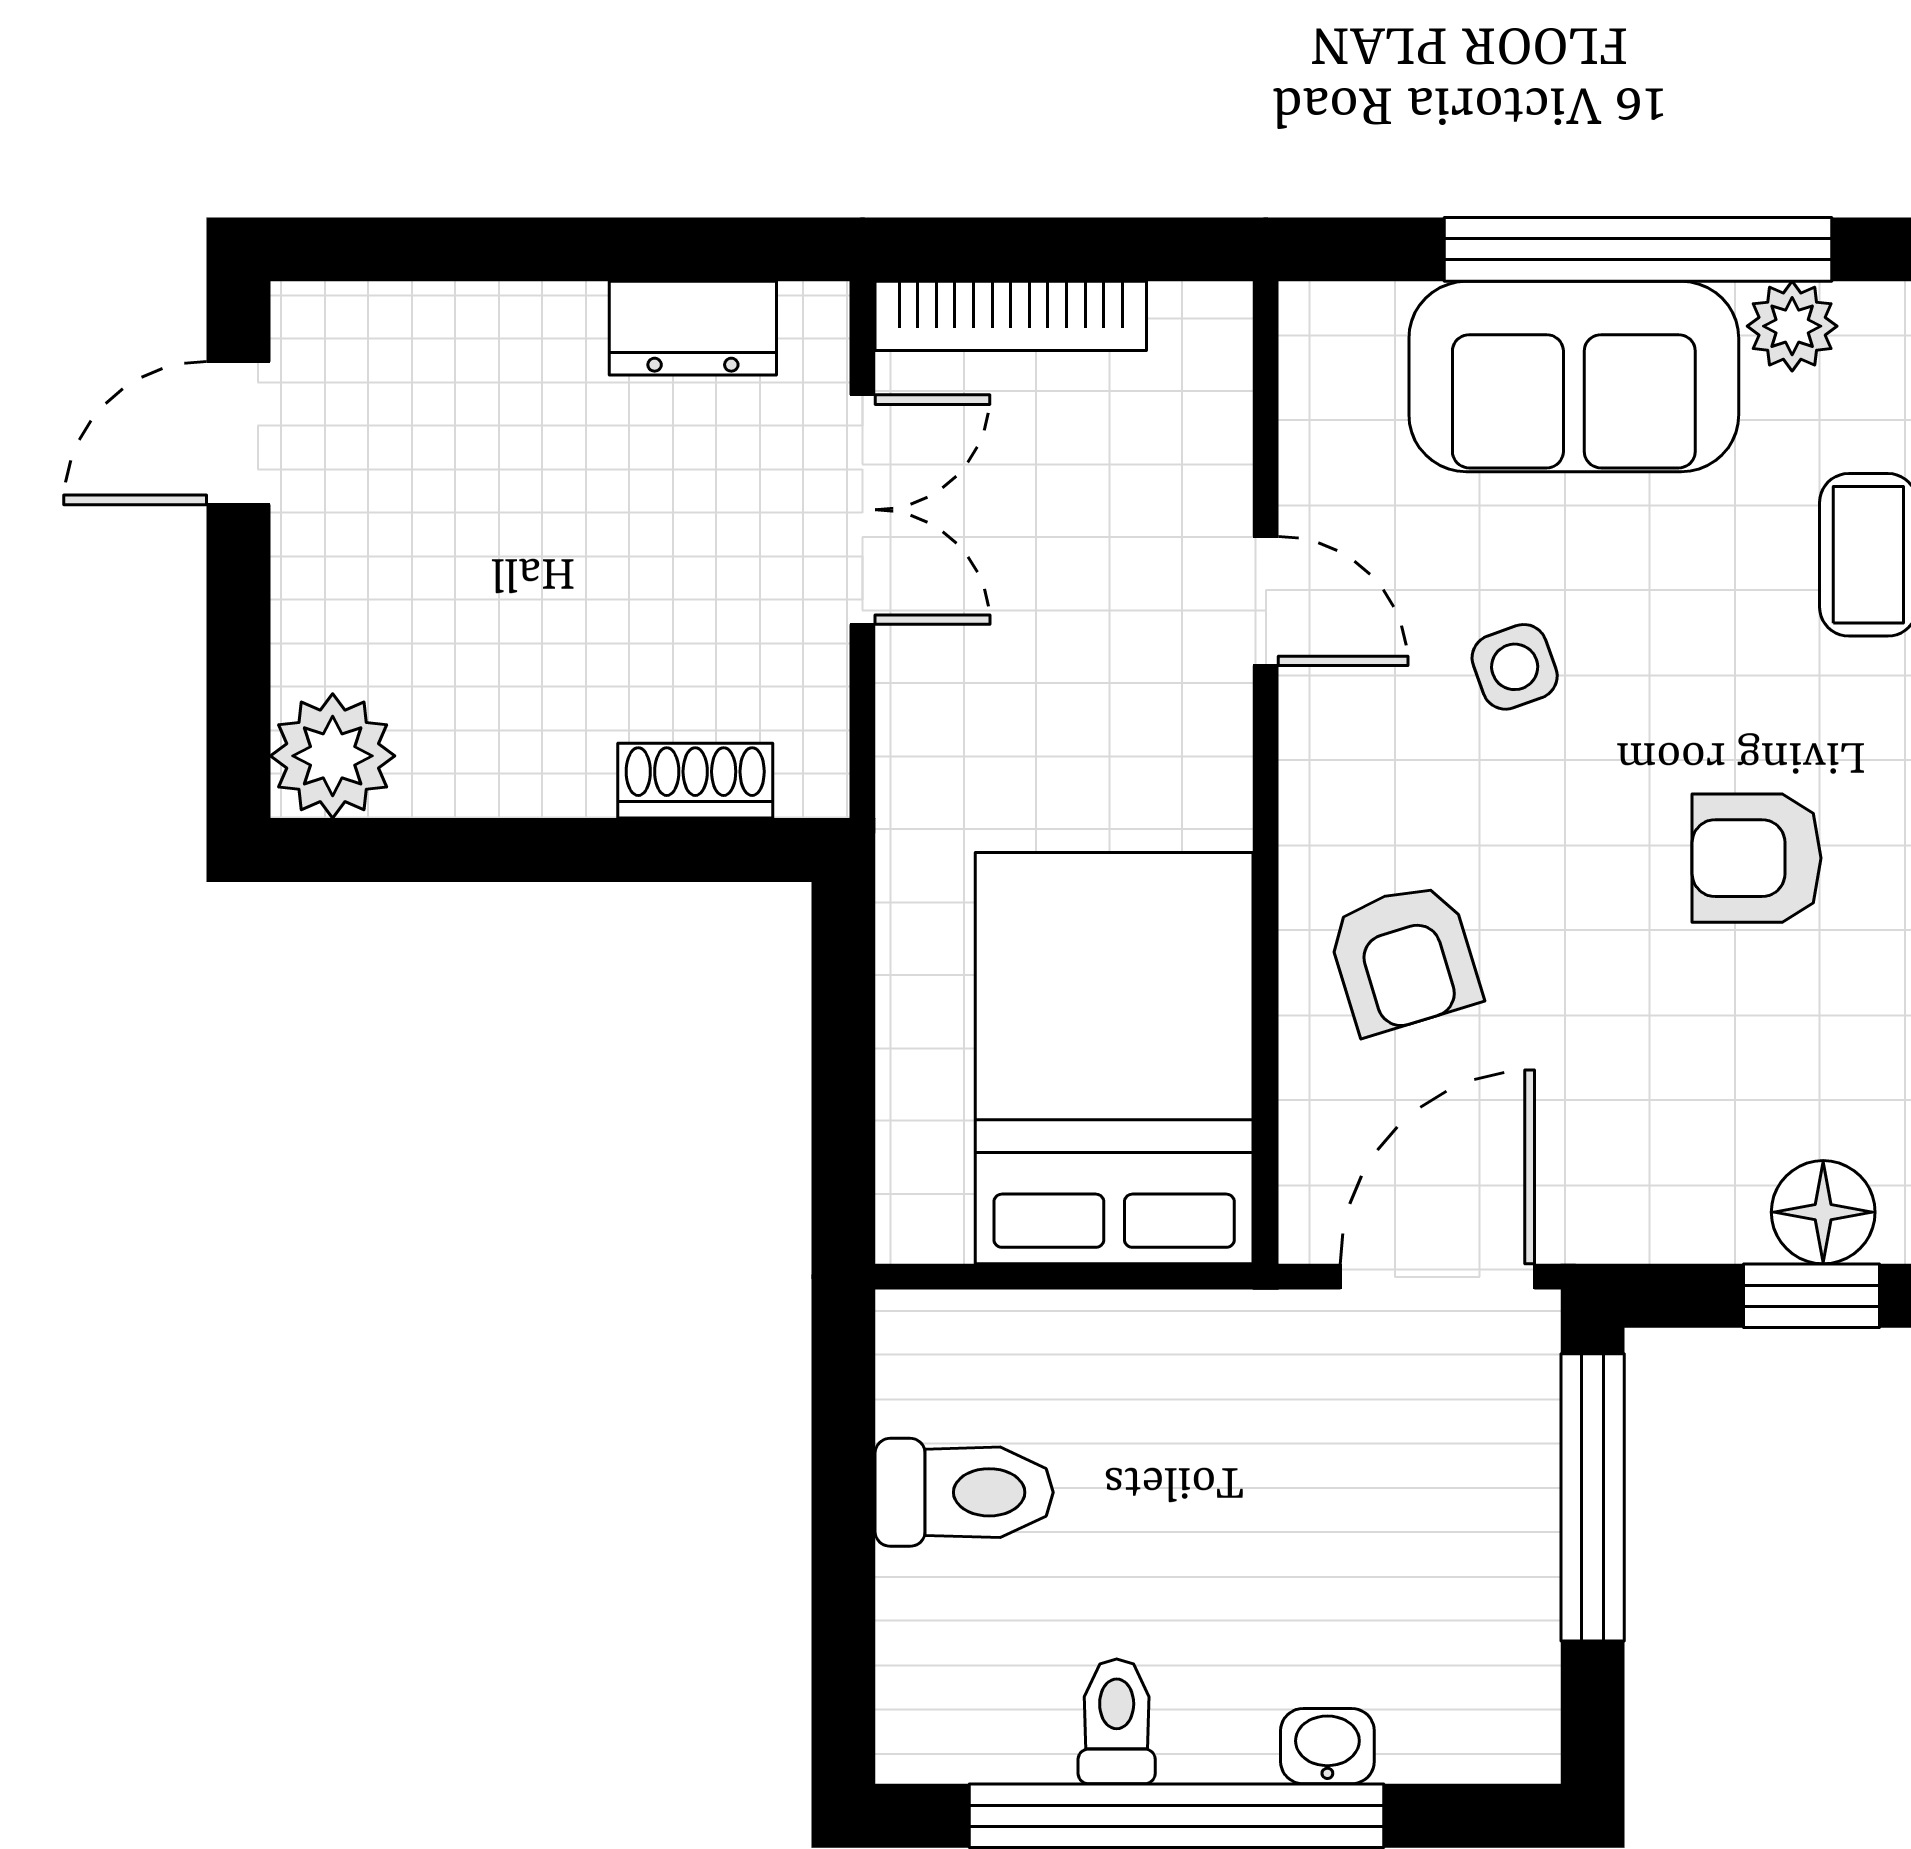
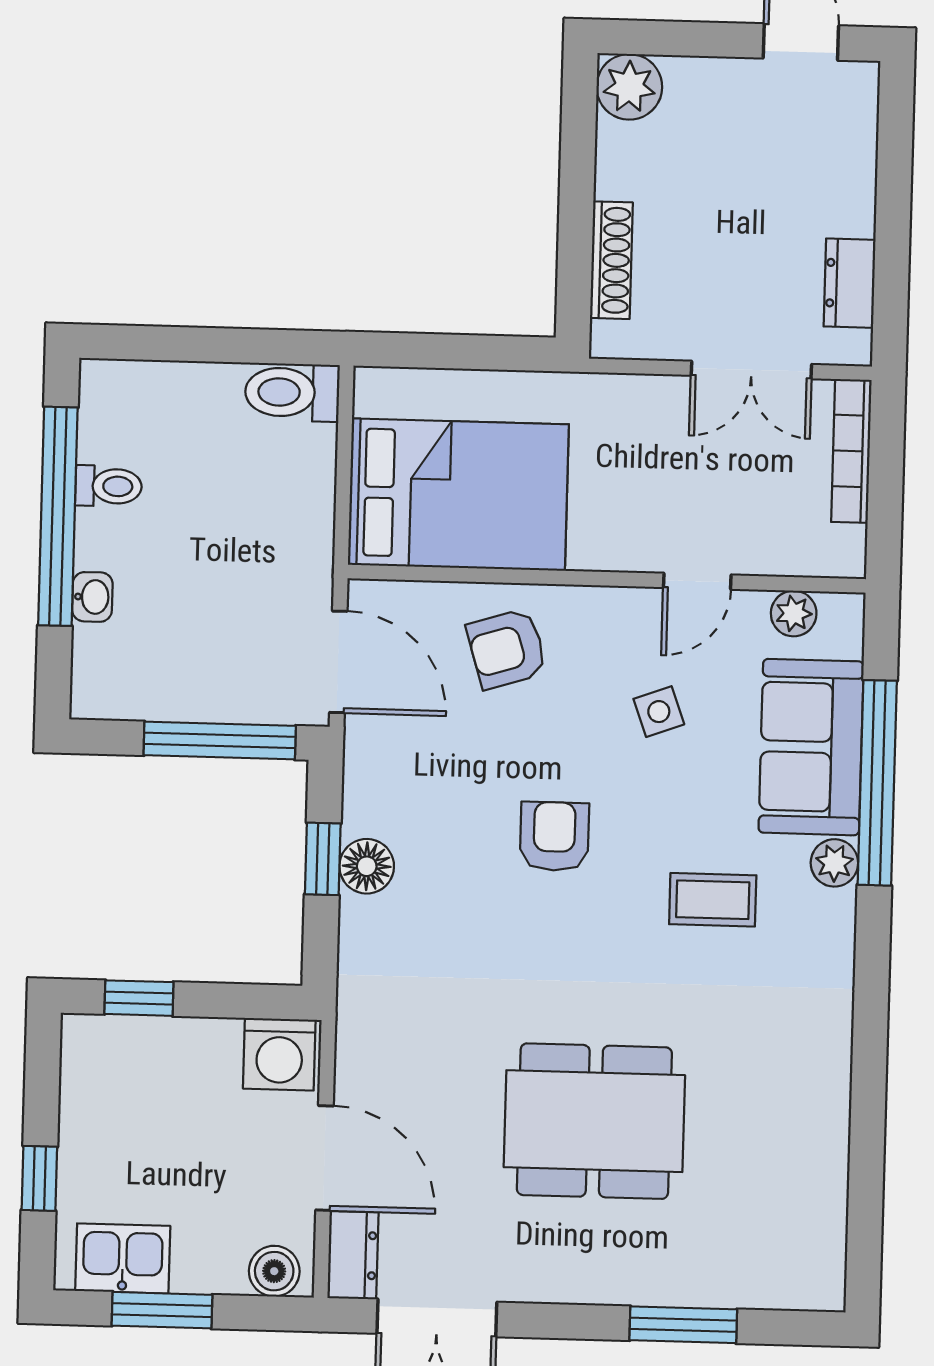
plant: (1322, 417) -> (794, 614), added
shoe rack: (695, 781) -> (611, 260), width x1.43
toilet: (964, 1492) -> (292, 392), moved, turned 90

